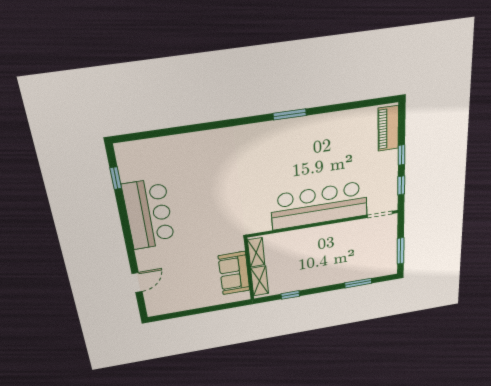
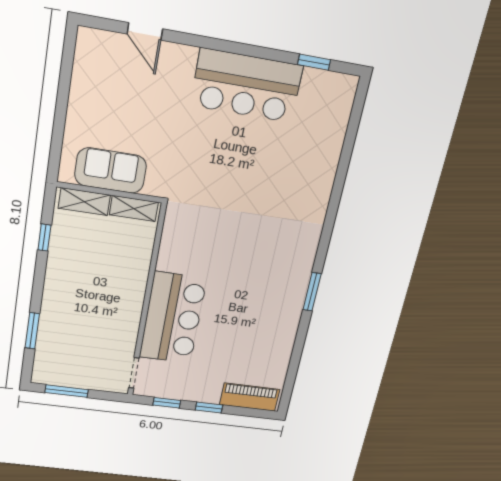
bar counter: (319, 205) -> (173, 318), width x0.73

